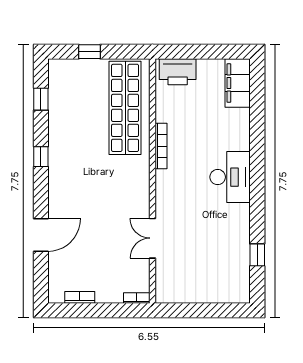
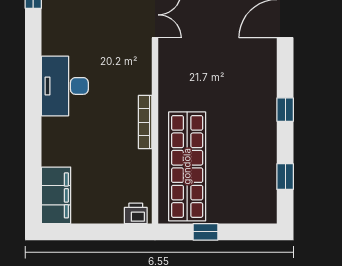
window: (89, 52) -> (206, 232), moved
printer: (178, 72) -> (136, 213), width x0.53, depth x0.68

